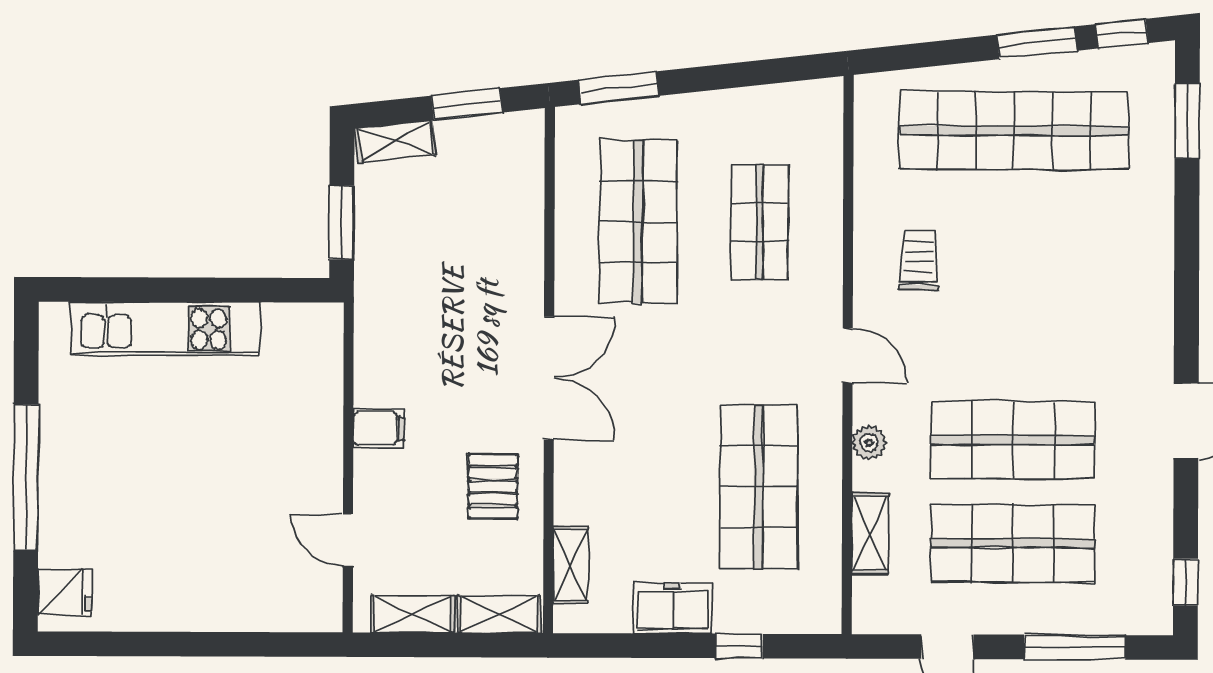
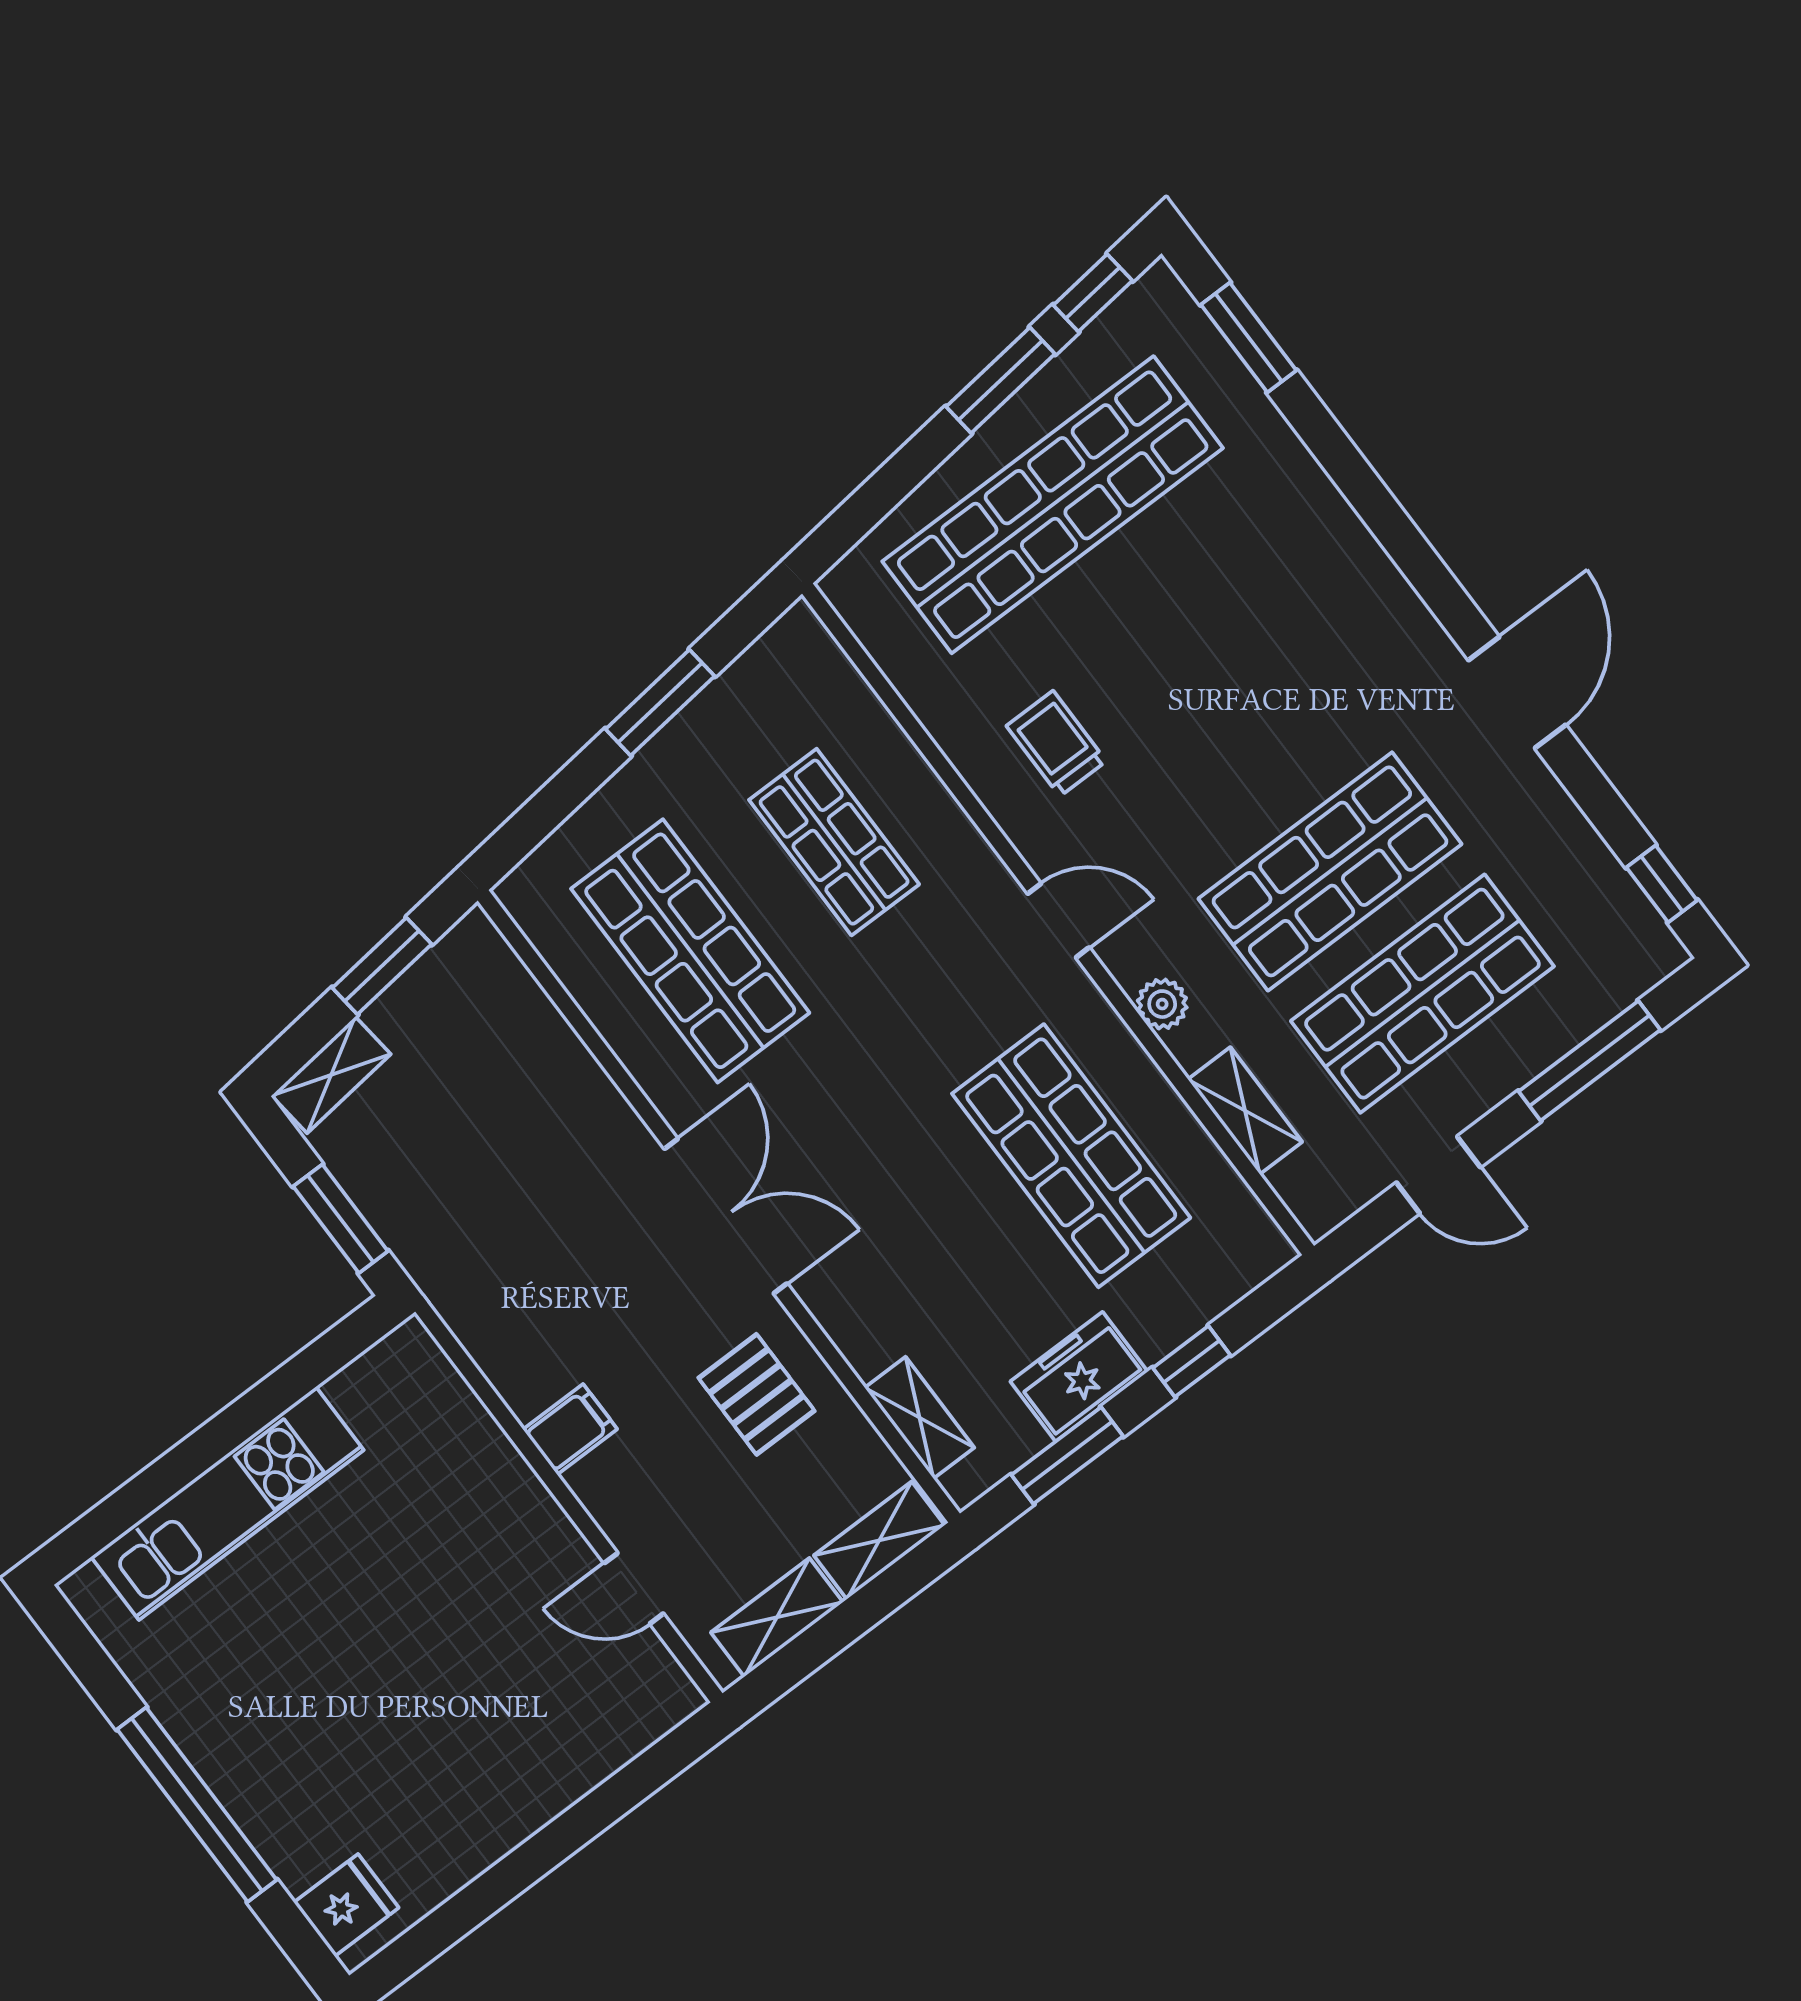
window: (619, 88) -> (660, 703), moved
window: (634, 646) -> (1067, 1456), added

